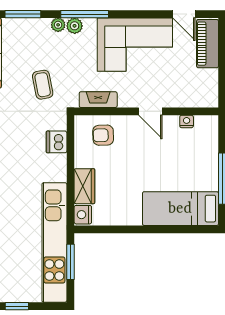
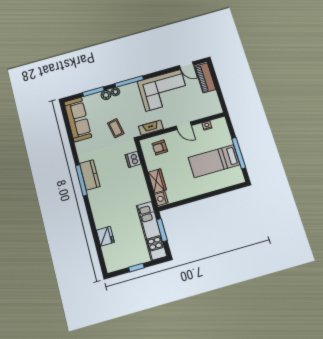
plant: (75, 26) -> (106, 95), moved
bed: (180, 209) -> (214, 161), moved
kitchen unit: (54, 242) -> (151, 231), width x0.73

